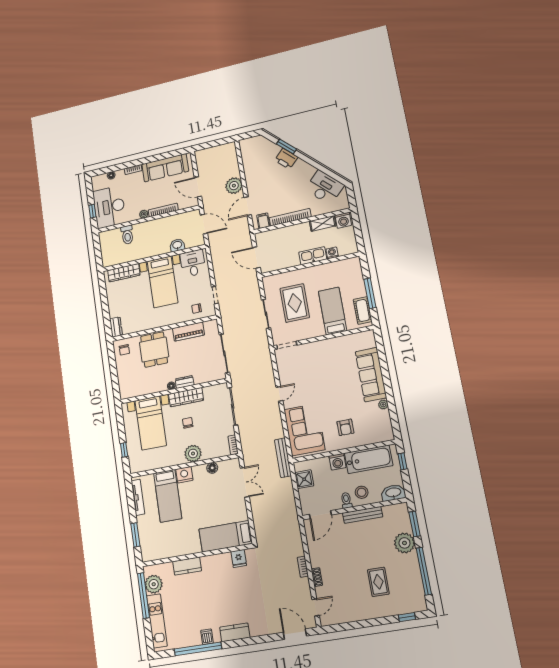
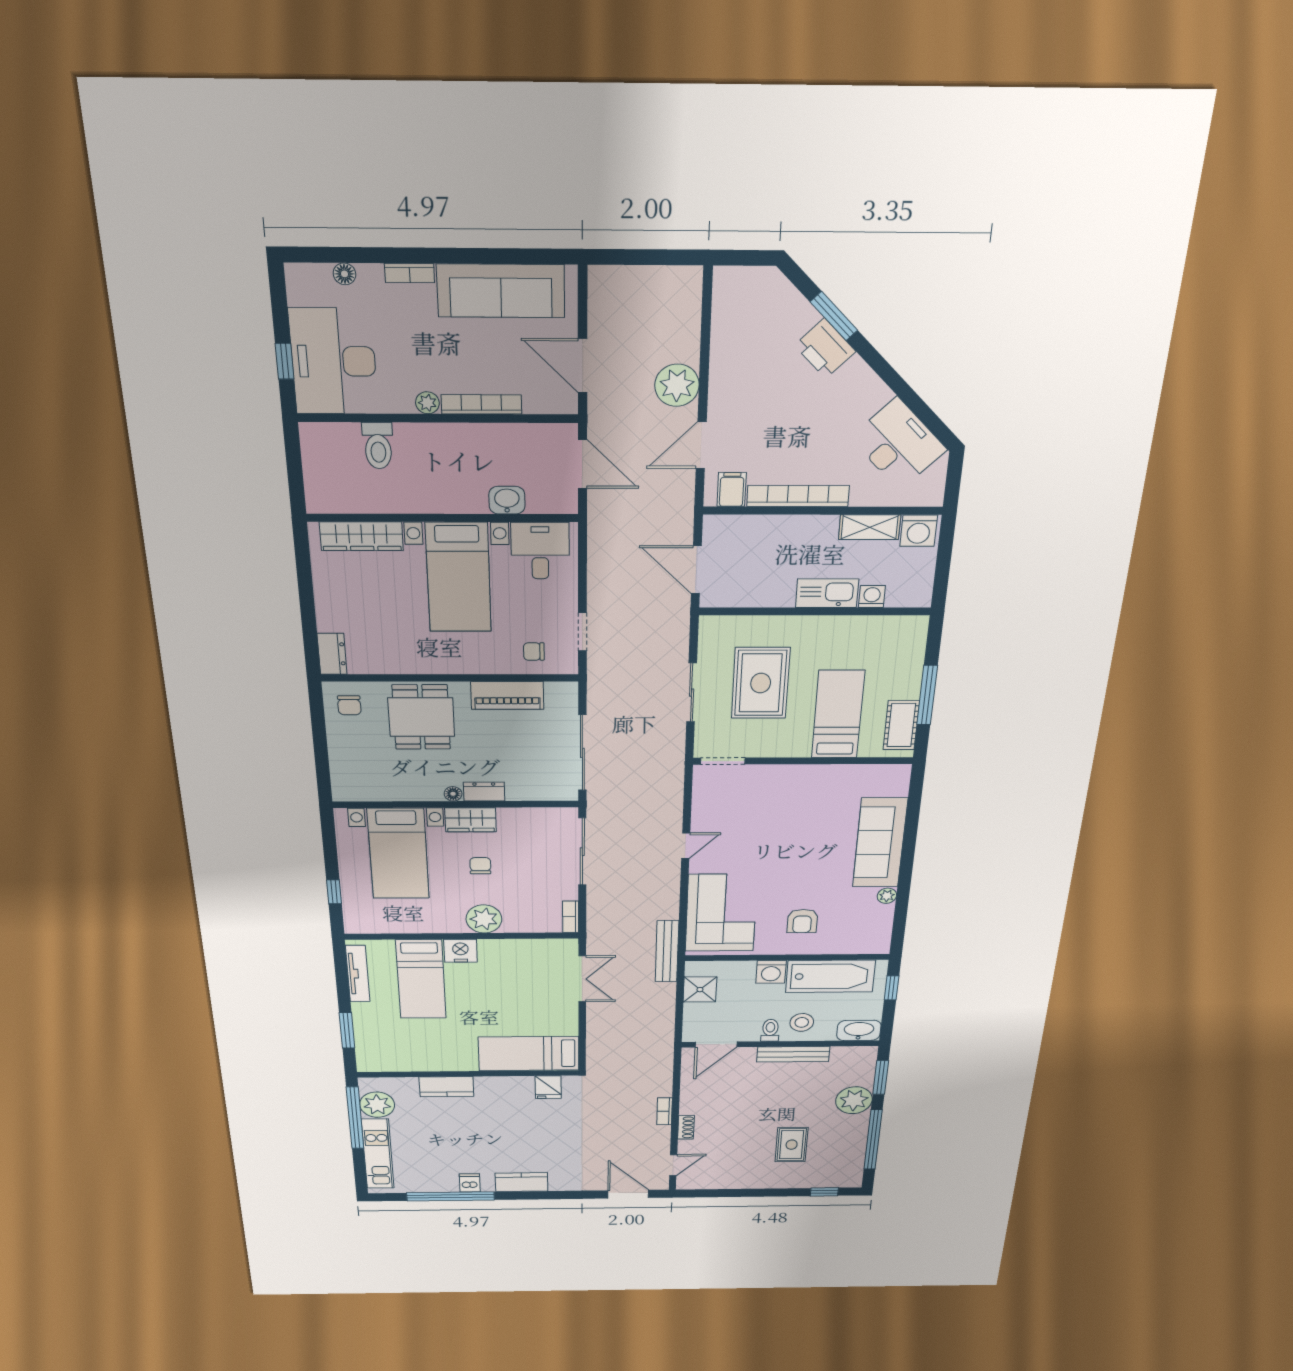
wardrobe: (186, 397) -> (471, 820), width x0.67
floor lamp: (212, 468) -> (521, 948), removed

